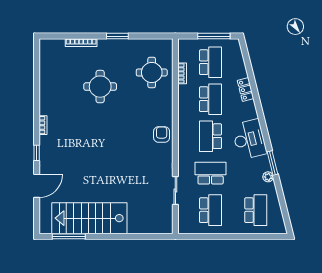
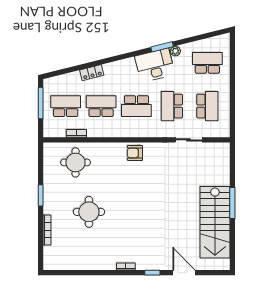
desk: (249, 139) -> (155, 65), moved
school desk: (211, 210) -> (207, 106), turned 90
window: (69, 236) -> (232, 203), moved

